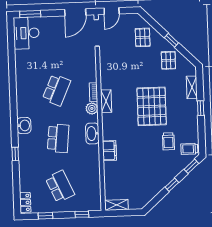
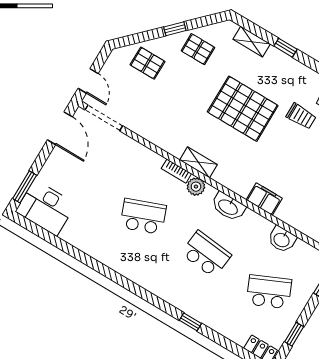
school desk: (56, 90) -> (143, 216), turned -45
washbasin: (24, 125) -> (282, 240), moved, turned 180

